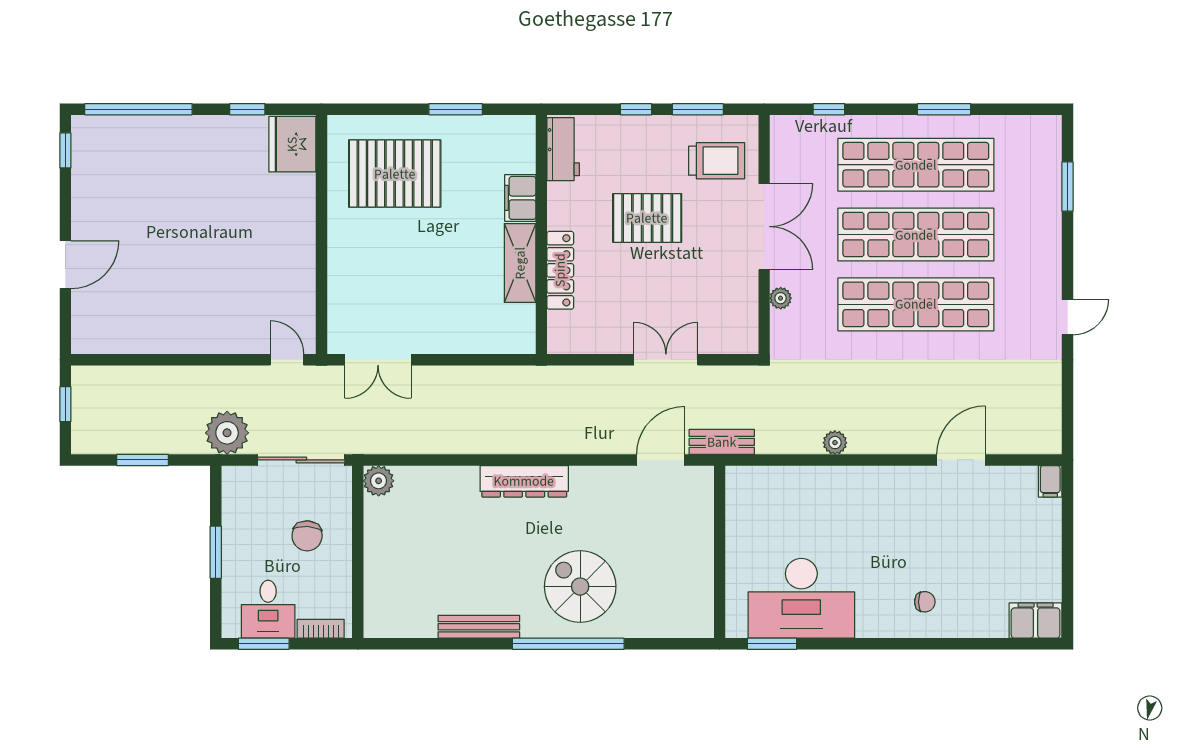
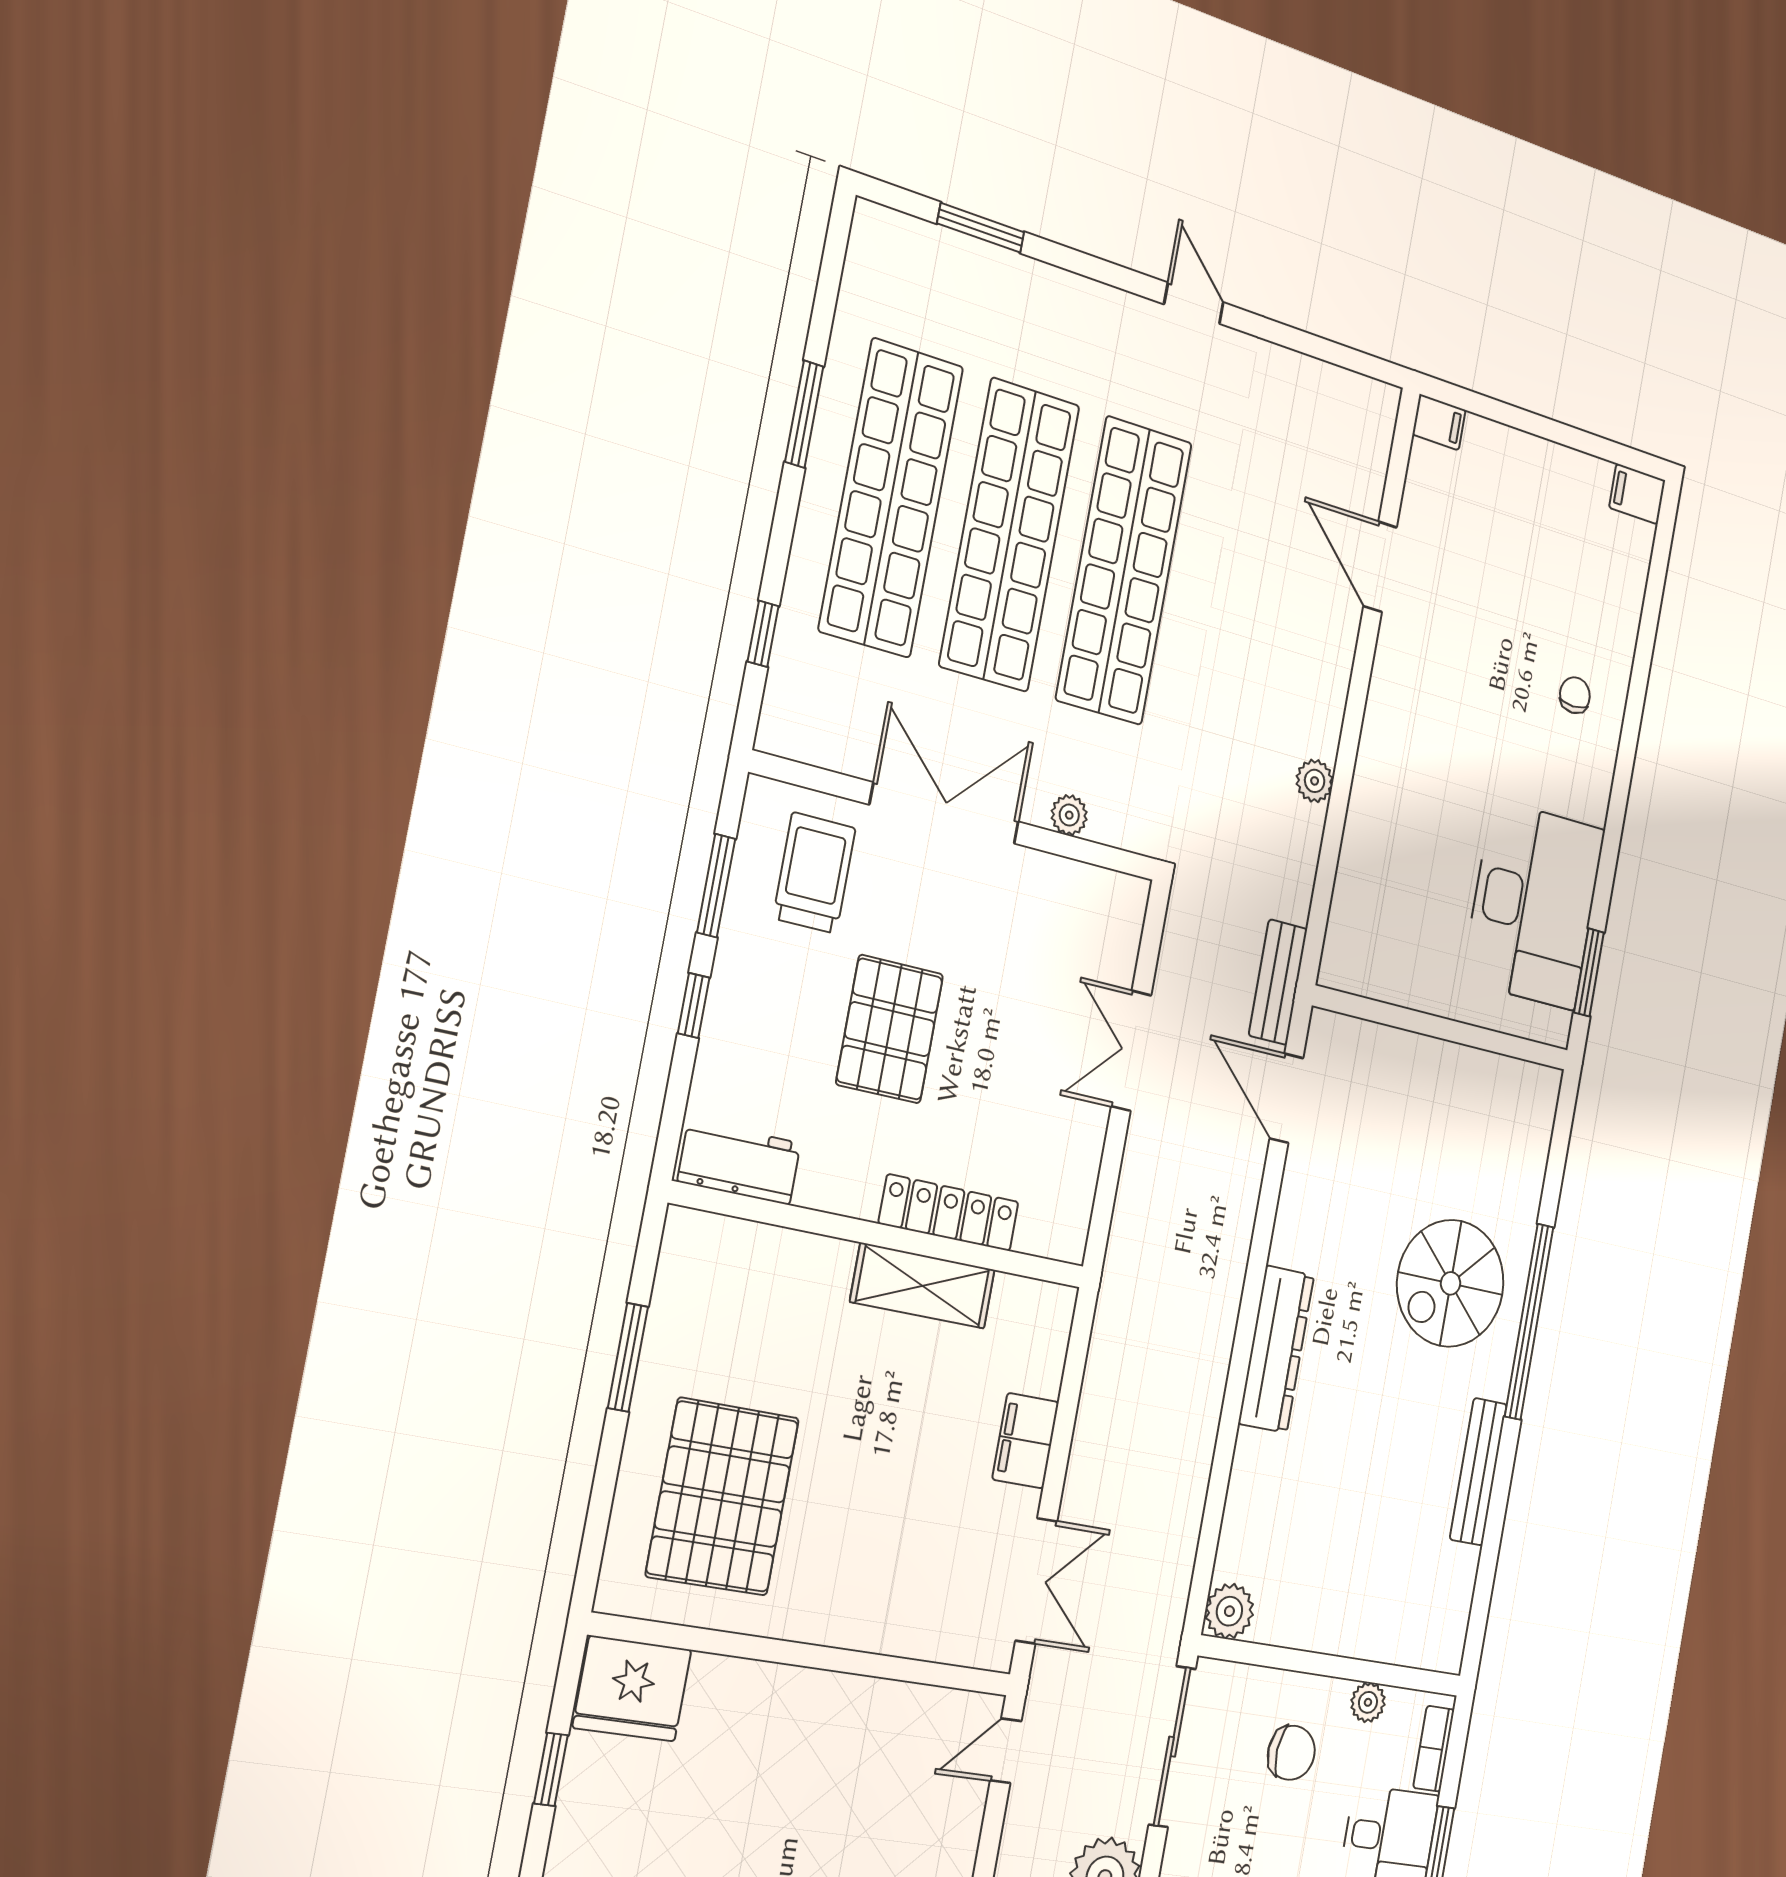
filing cabinet: (520, 198) -> (1026, 1441), moved, turned 90
plant: (341, 580) -> (1368, 1702), added
filing cabinet: (1036, 621) -> (1637, 494), width x0.50

